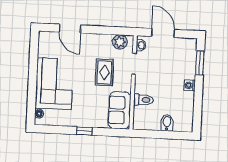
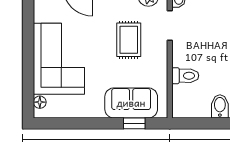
sofa: (119, 110) -> (131, 103), moved, turned 90
window: (84, 131) -> (134, 123), moved

